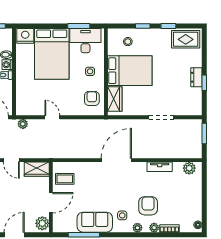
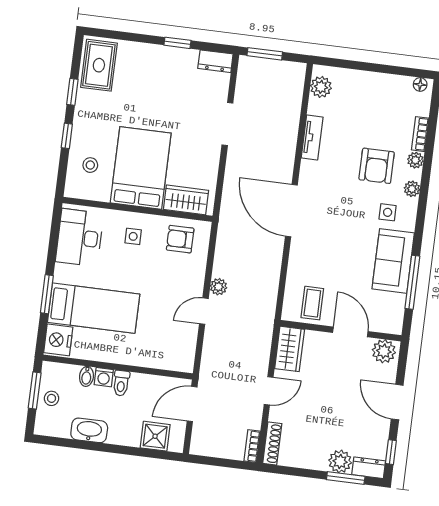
window: (79, 26) -> (47, 294), moved
bed: (52, 54) -> (94, 308), width x0.67
dresser: (196, 77) -> (215, 61), moved
plant: (23, 124) -> (219, 287), moved
armchair: (148, 206) -> (377, 166), turned -90

